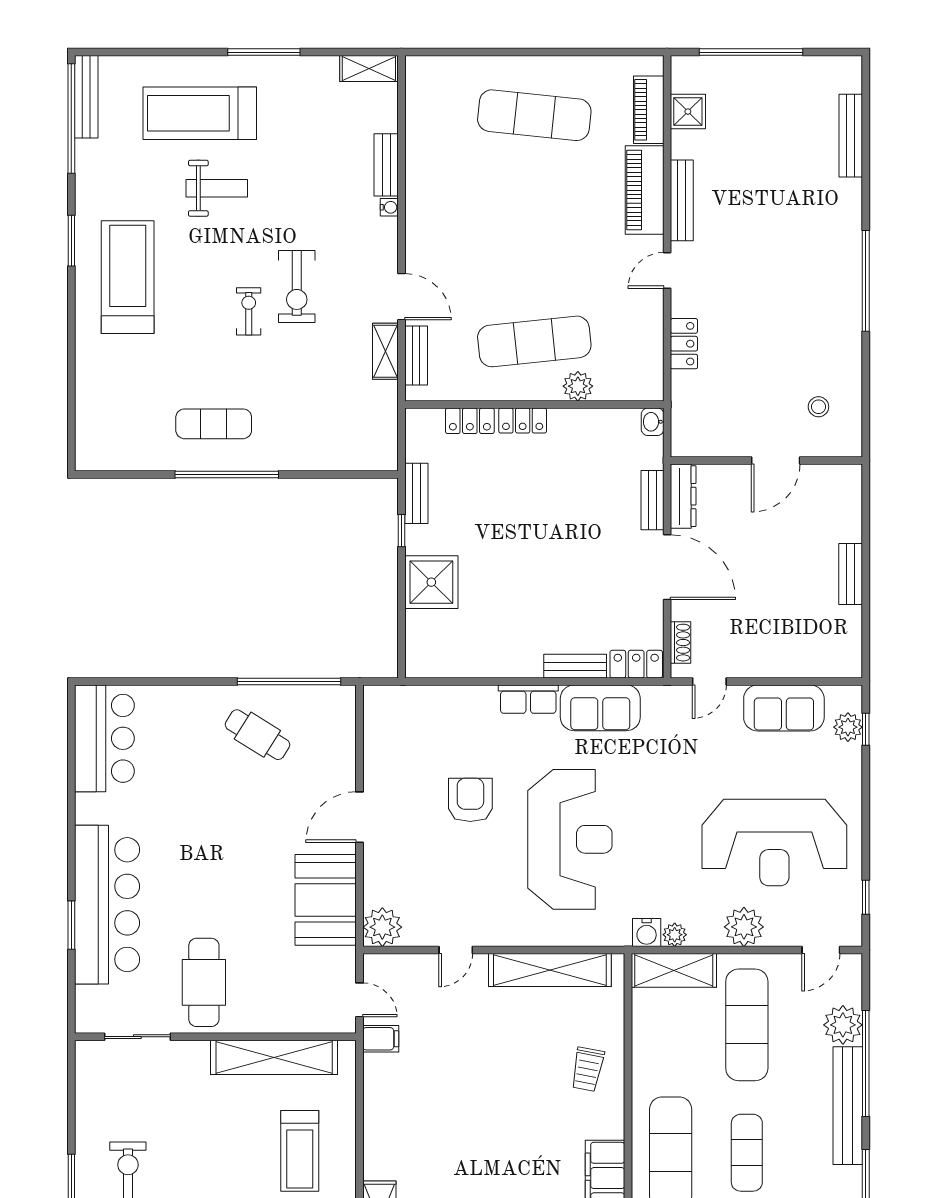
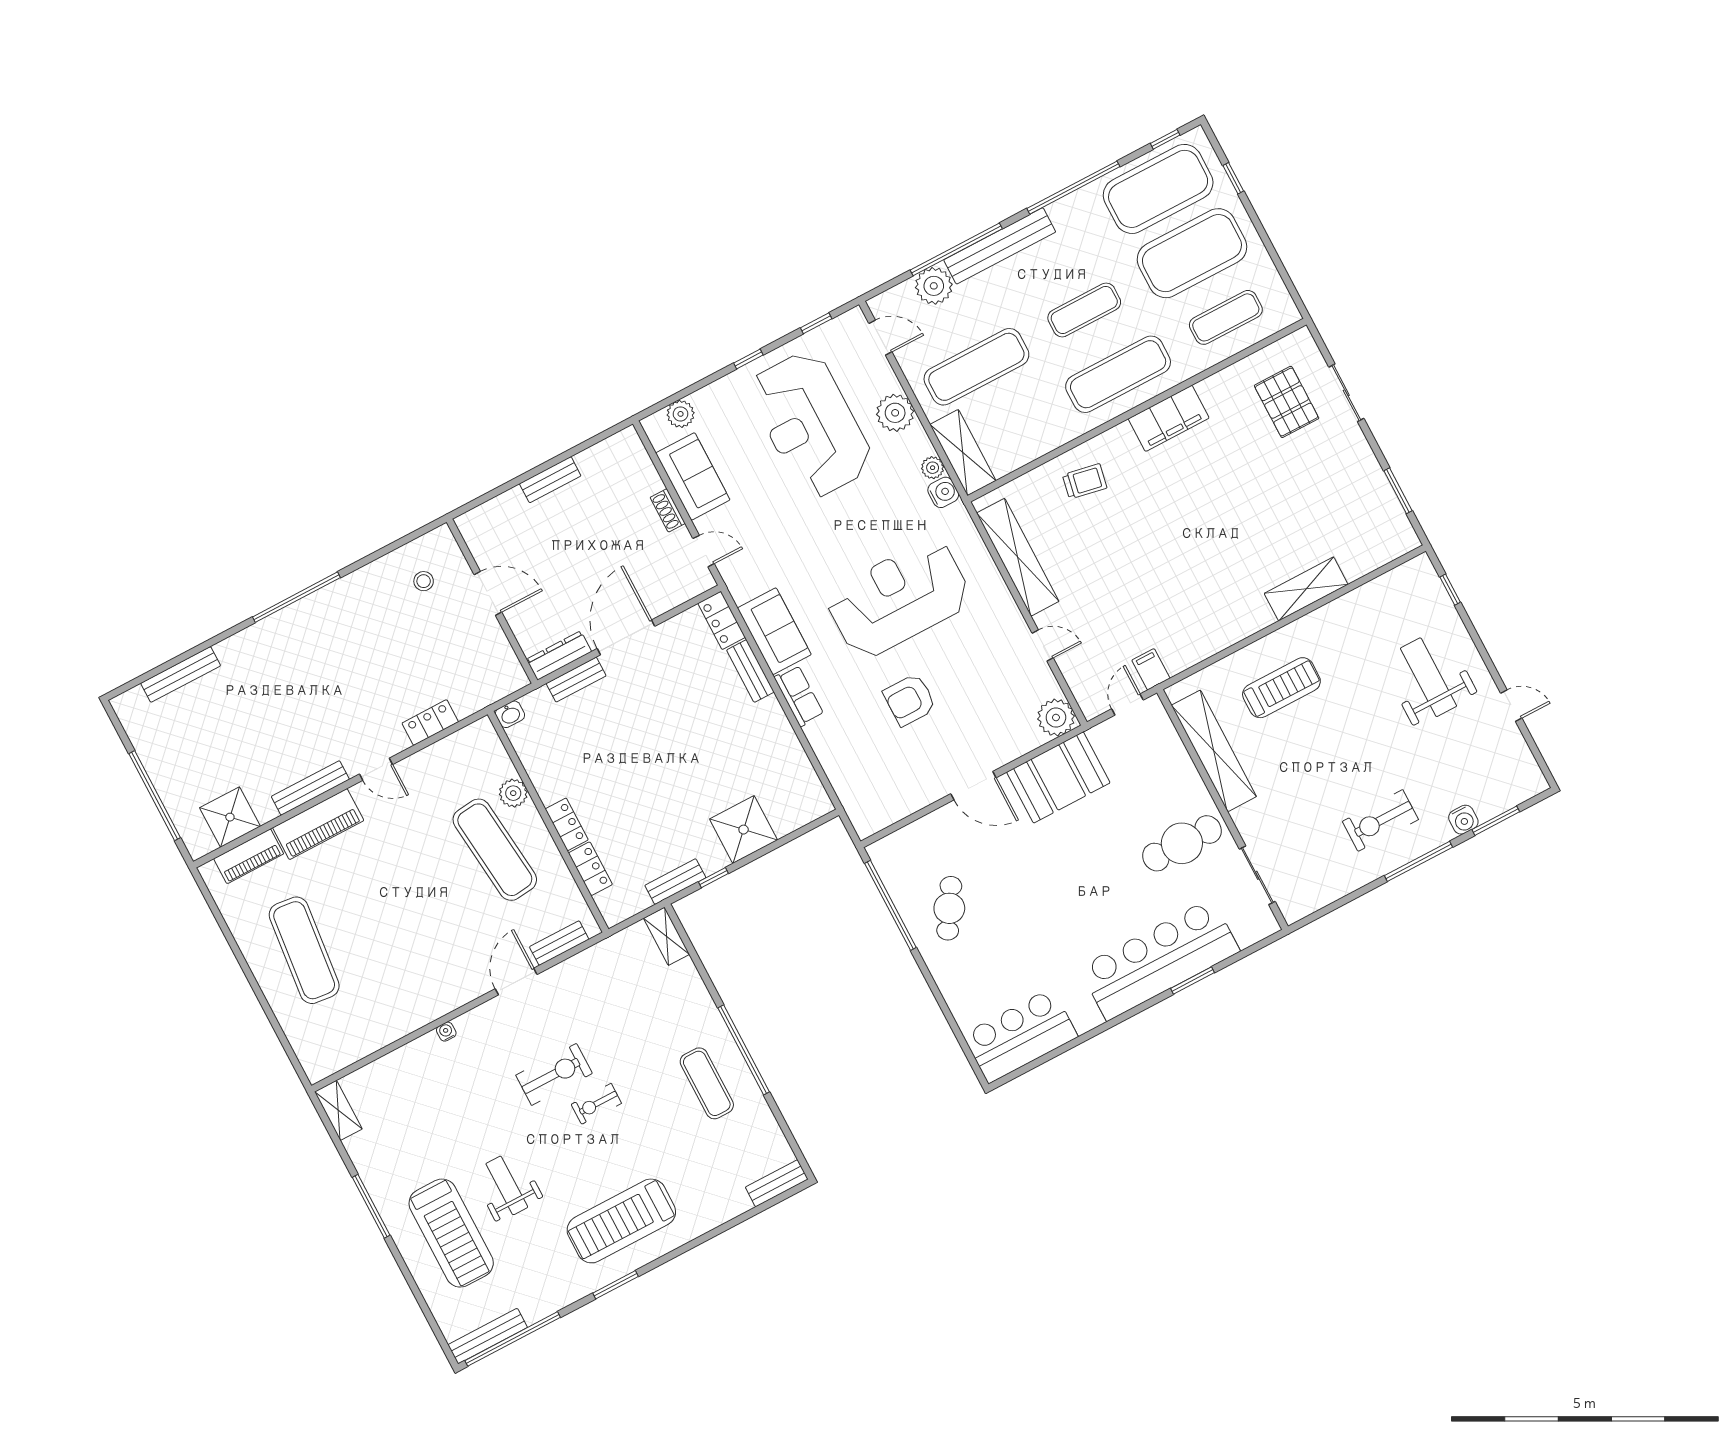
shower: (688, 112) -> (230, 817), width x1.36, depth x1.36
bench: (386, 165) -> (777, 1183), moved
shelving: (385, 351) -> (666, 936), moved, turned 90
shoe rack: (681, 643) -> (668, 510), moved, turned -90
window: (866, 729) -> (748, 359), moved
reception desk: (774, 842) -> (810, 425), turned 180

